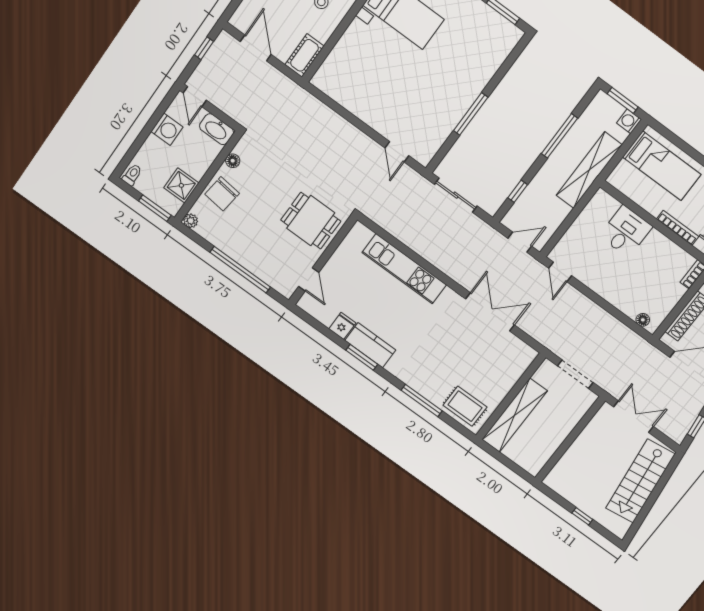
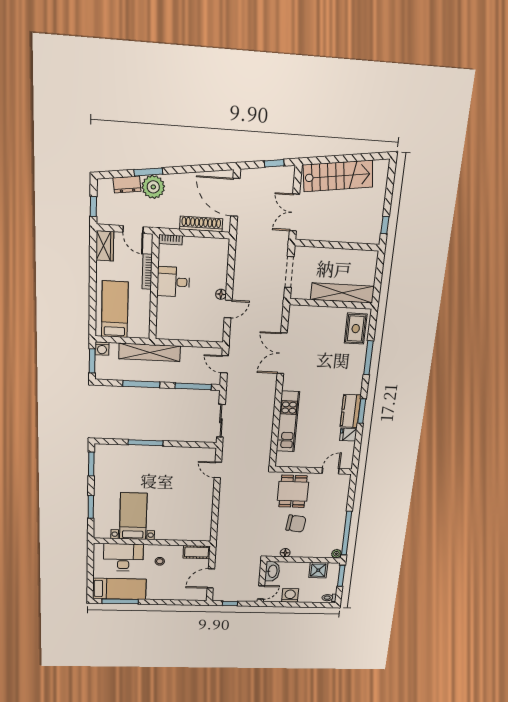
window: (471, 114) -> (146, 443), moved
door: (397, 152) -> (218, 470), swing flipped
window: (518, 191) -> (193, 386), width x2.17
chair: (222, 194) -> (296, 524), moved
desk: (626, 231) -> (173, 282), moved
window: (240, 270) -> (347, 533), moved
door: (560, 272) -> (228, 309), moved
floor lamp: (643, 320) -> (221, 294), moved
window: (582, 516) -> (385, 225), moved

